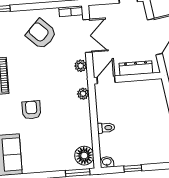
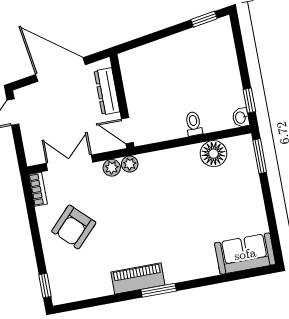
plant: (83, 94) -> (130, 164), moved
armchair: (31, 110) -> (180, 229), removed
floor lamp: (84, 156) -> (214, 154), moved
window: (133, 168) -> (249, 101), moved

